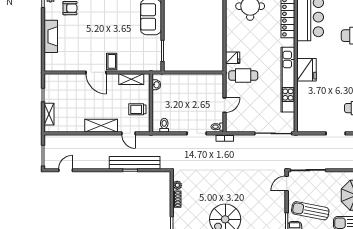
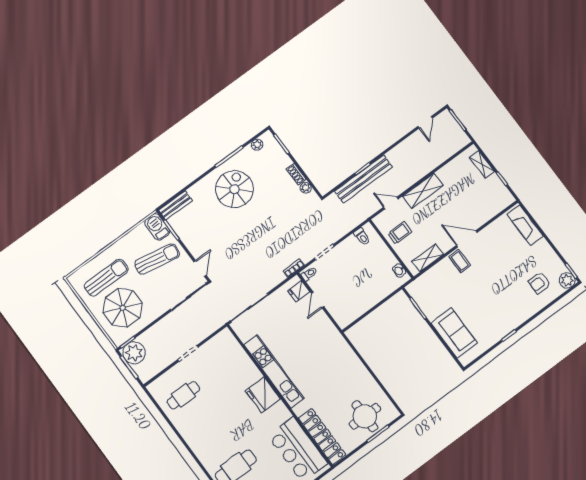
fireplace: (51, 36) -> (525, 225), moved
fridge: (233, 58) -> (299, 291), moved
cafe table: (243, 76) -> (321, 343), removed

